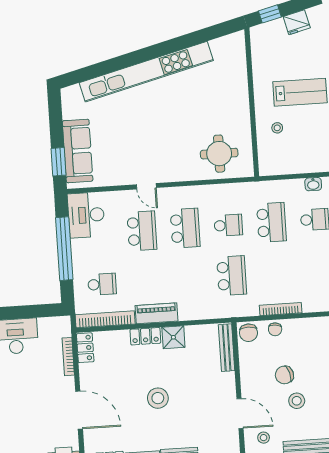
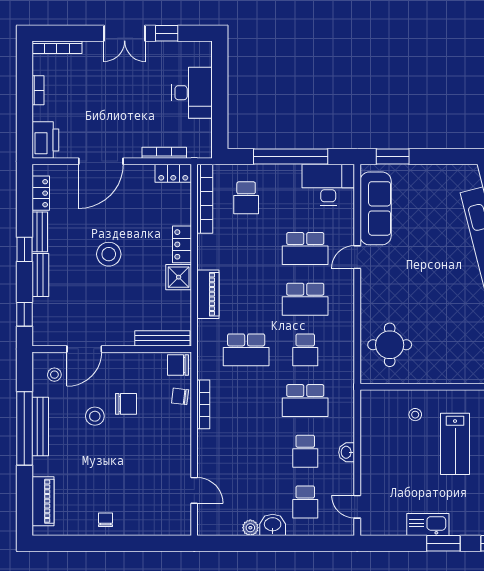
sofa: (78, 151) -> (376, 208), moved, turned -90
piano: (157, 313) -> (208, 294), moved
chair: (284, 375) -> (126, 404), turned 107

